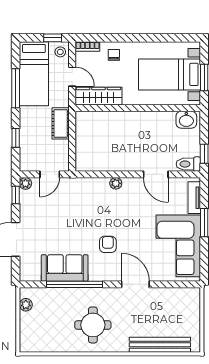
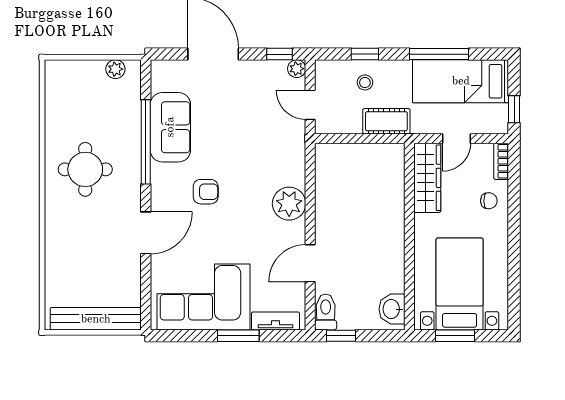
stool: (60, 52) -> (365, 82), moved
plant: (116, 183) -> (289, 204), width x1.88, depth x1.88
bench: (160, 345) -> (96, 319), moved, turned 90

